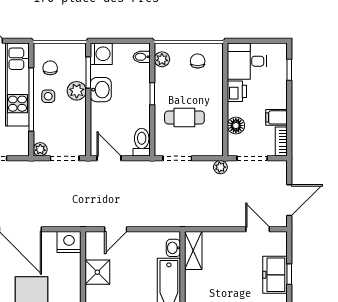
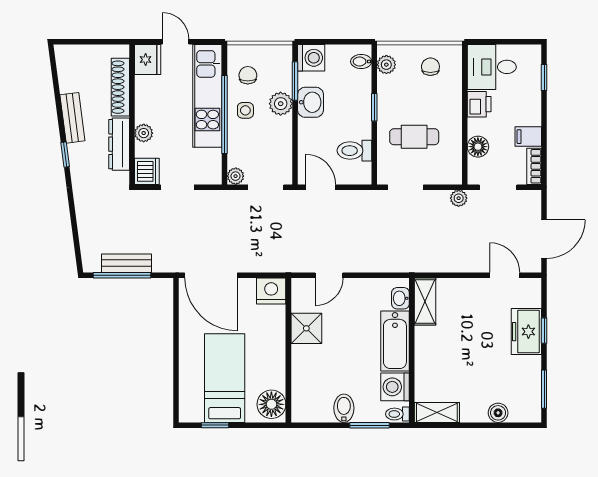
toilet: (142, 142) -> (354, 151), moved, turned -90

